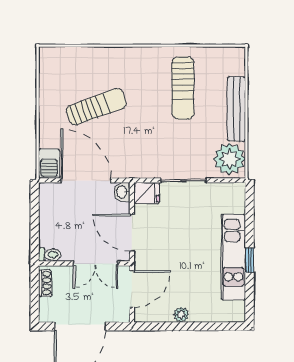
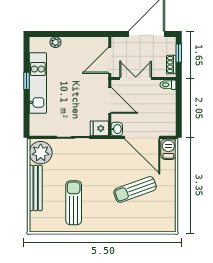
window: (35, 299) -> (179, 53), added
plant: (181, 315) -> (56, 42), moved

